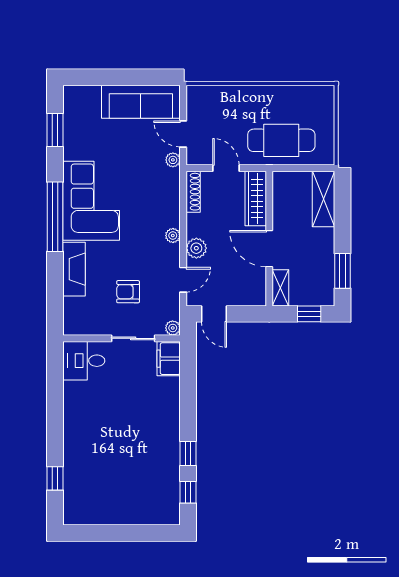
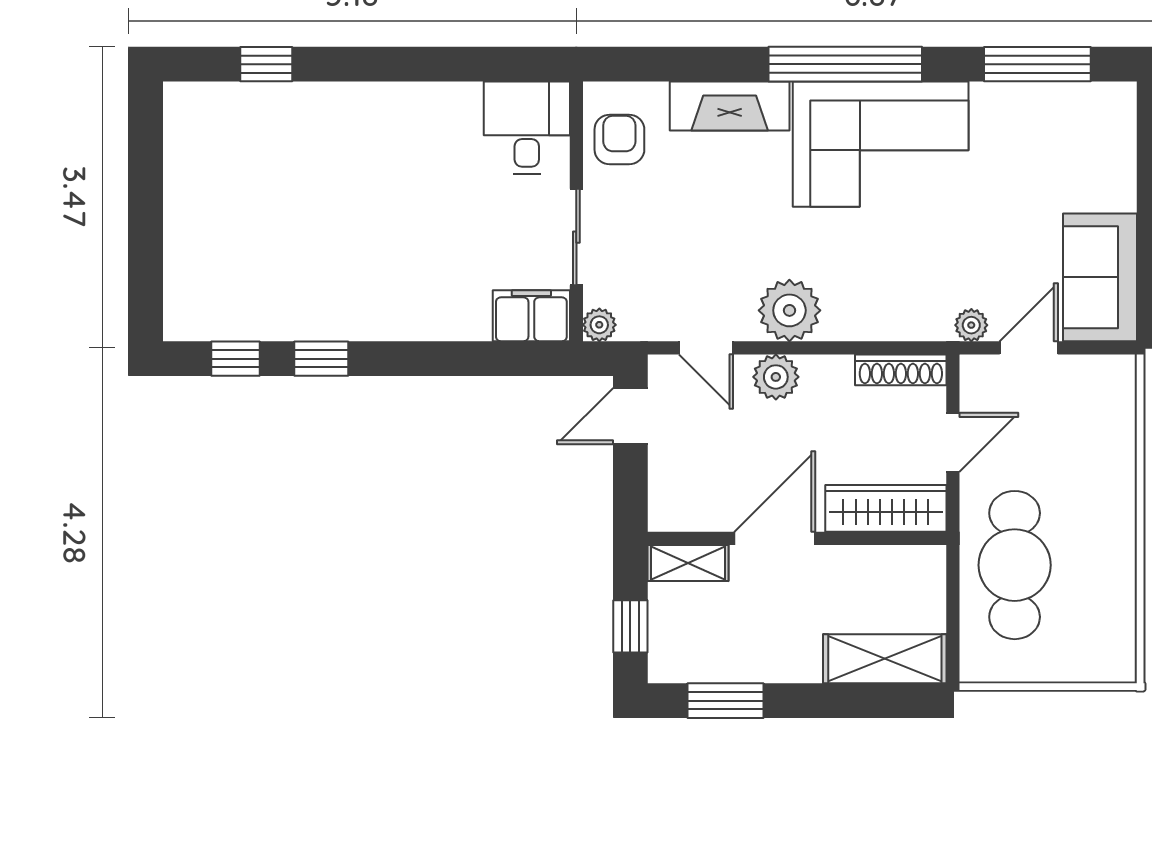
sofa: (141, 102) -> (1100, 277), width x0.73
window: (55, 130) -> (1037, 64), width x1.44
plant: (173, 236) -> (789, 310), width x1.88, depth x1.88
armchair: (128, 292) -> (619, 140), moved

